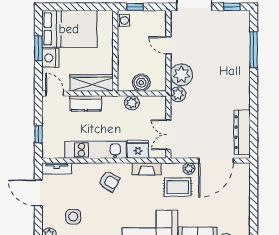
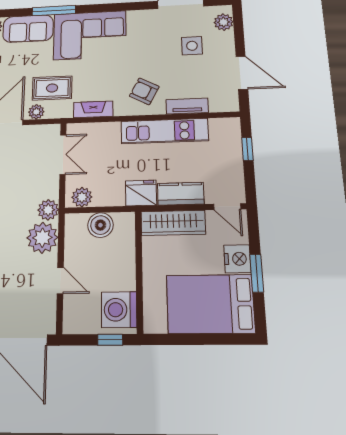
washing machine: (123, 20) -> (119, 310), width x1.89, depth x1.89
plant: (132, 103) -> (82, 197), moved
fridge: (138, 149) -> (141, 193), moved, turned 180
tv unit: (57, 168) -> (187, 106), moved

